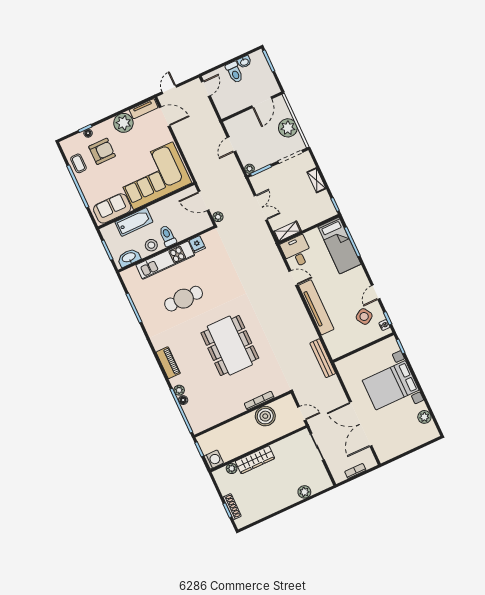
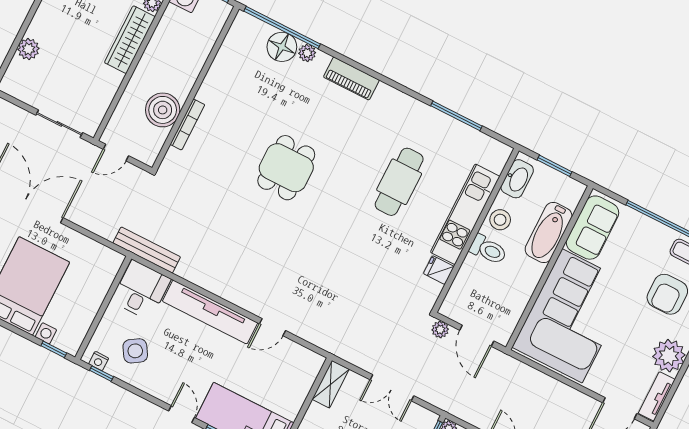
door: (204, 201) -> (477, 336), swing flipped
desk: (297, 252) -> (141, 290), moved, turned -90
door: (376, 292) -> (182, 414), moved
dining table: (230, 346) -> (286, 168), width x0.53, depth x0.80
floor lamp: (183, 400) -> (282, 47), width x1.89, depth x1.89

